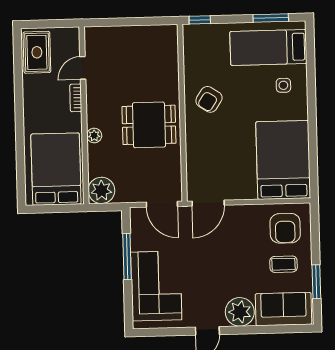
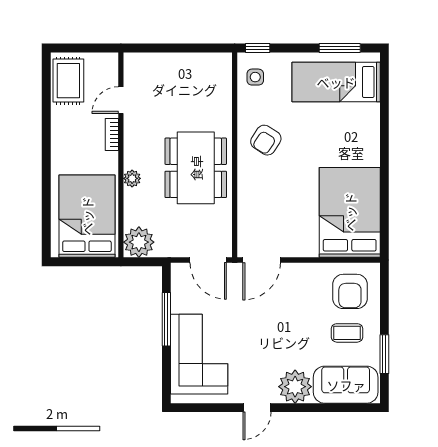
side table: (283, 85) -> (255, 77), moved
dining table: (149, 125) -> (196, 168), width x1.38

